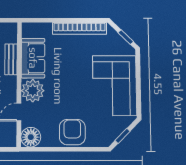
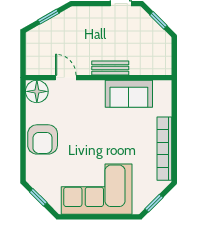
bench: (11, 59) -> (110, 68), moved
plant: (33, 91) -> (91, 94), removed
armchair: (72, 132) -> (43, 139), turned 90

